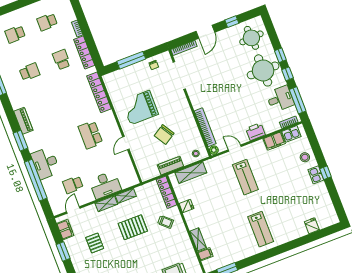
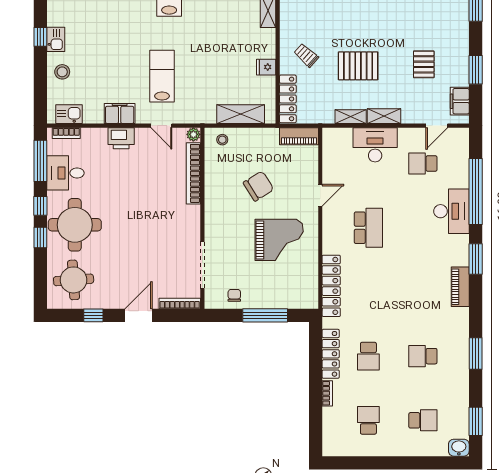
school desk: (47, 22) -> (368, 420), turned -90
filing cabinet: (274, 141) -> (120, 113), moved
piano: (170, 166) -> (299, 136), moved
school desk: (73, 185) -> (423, 164), turned 180

